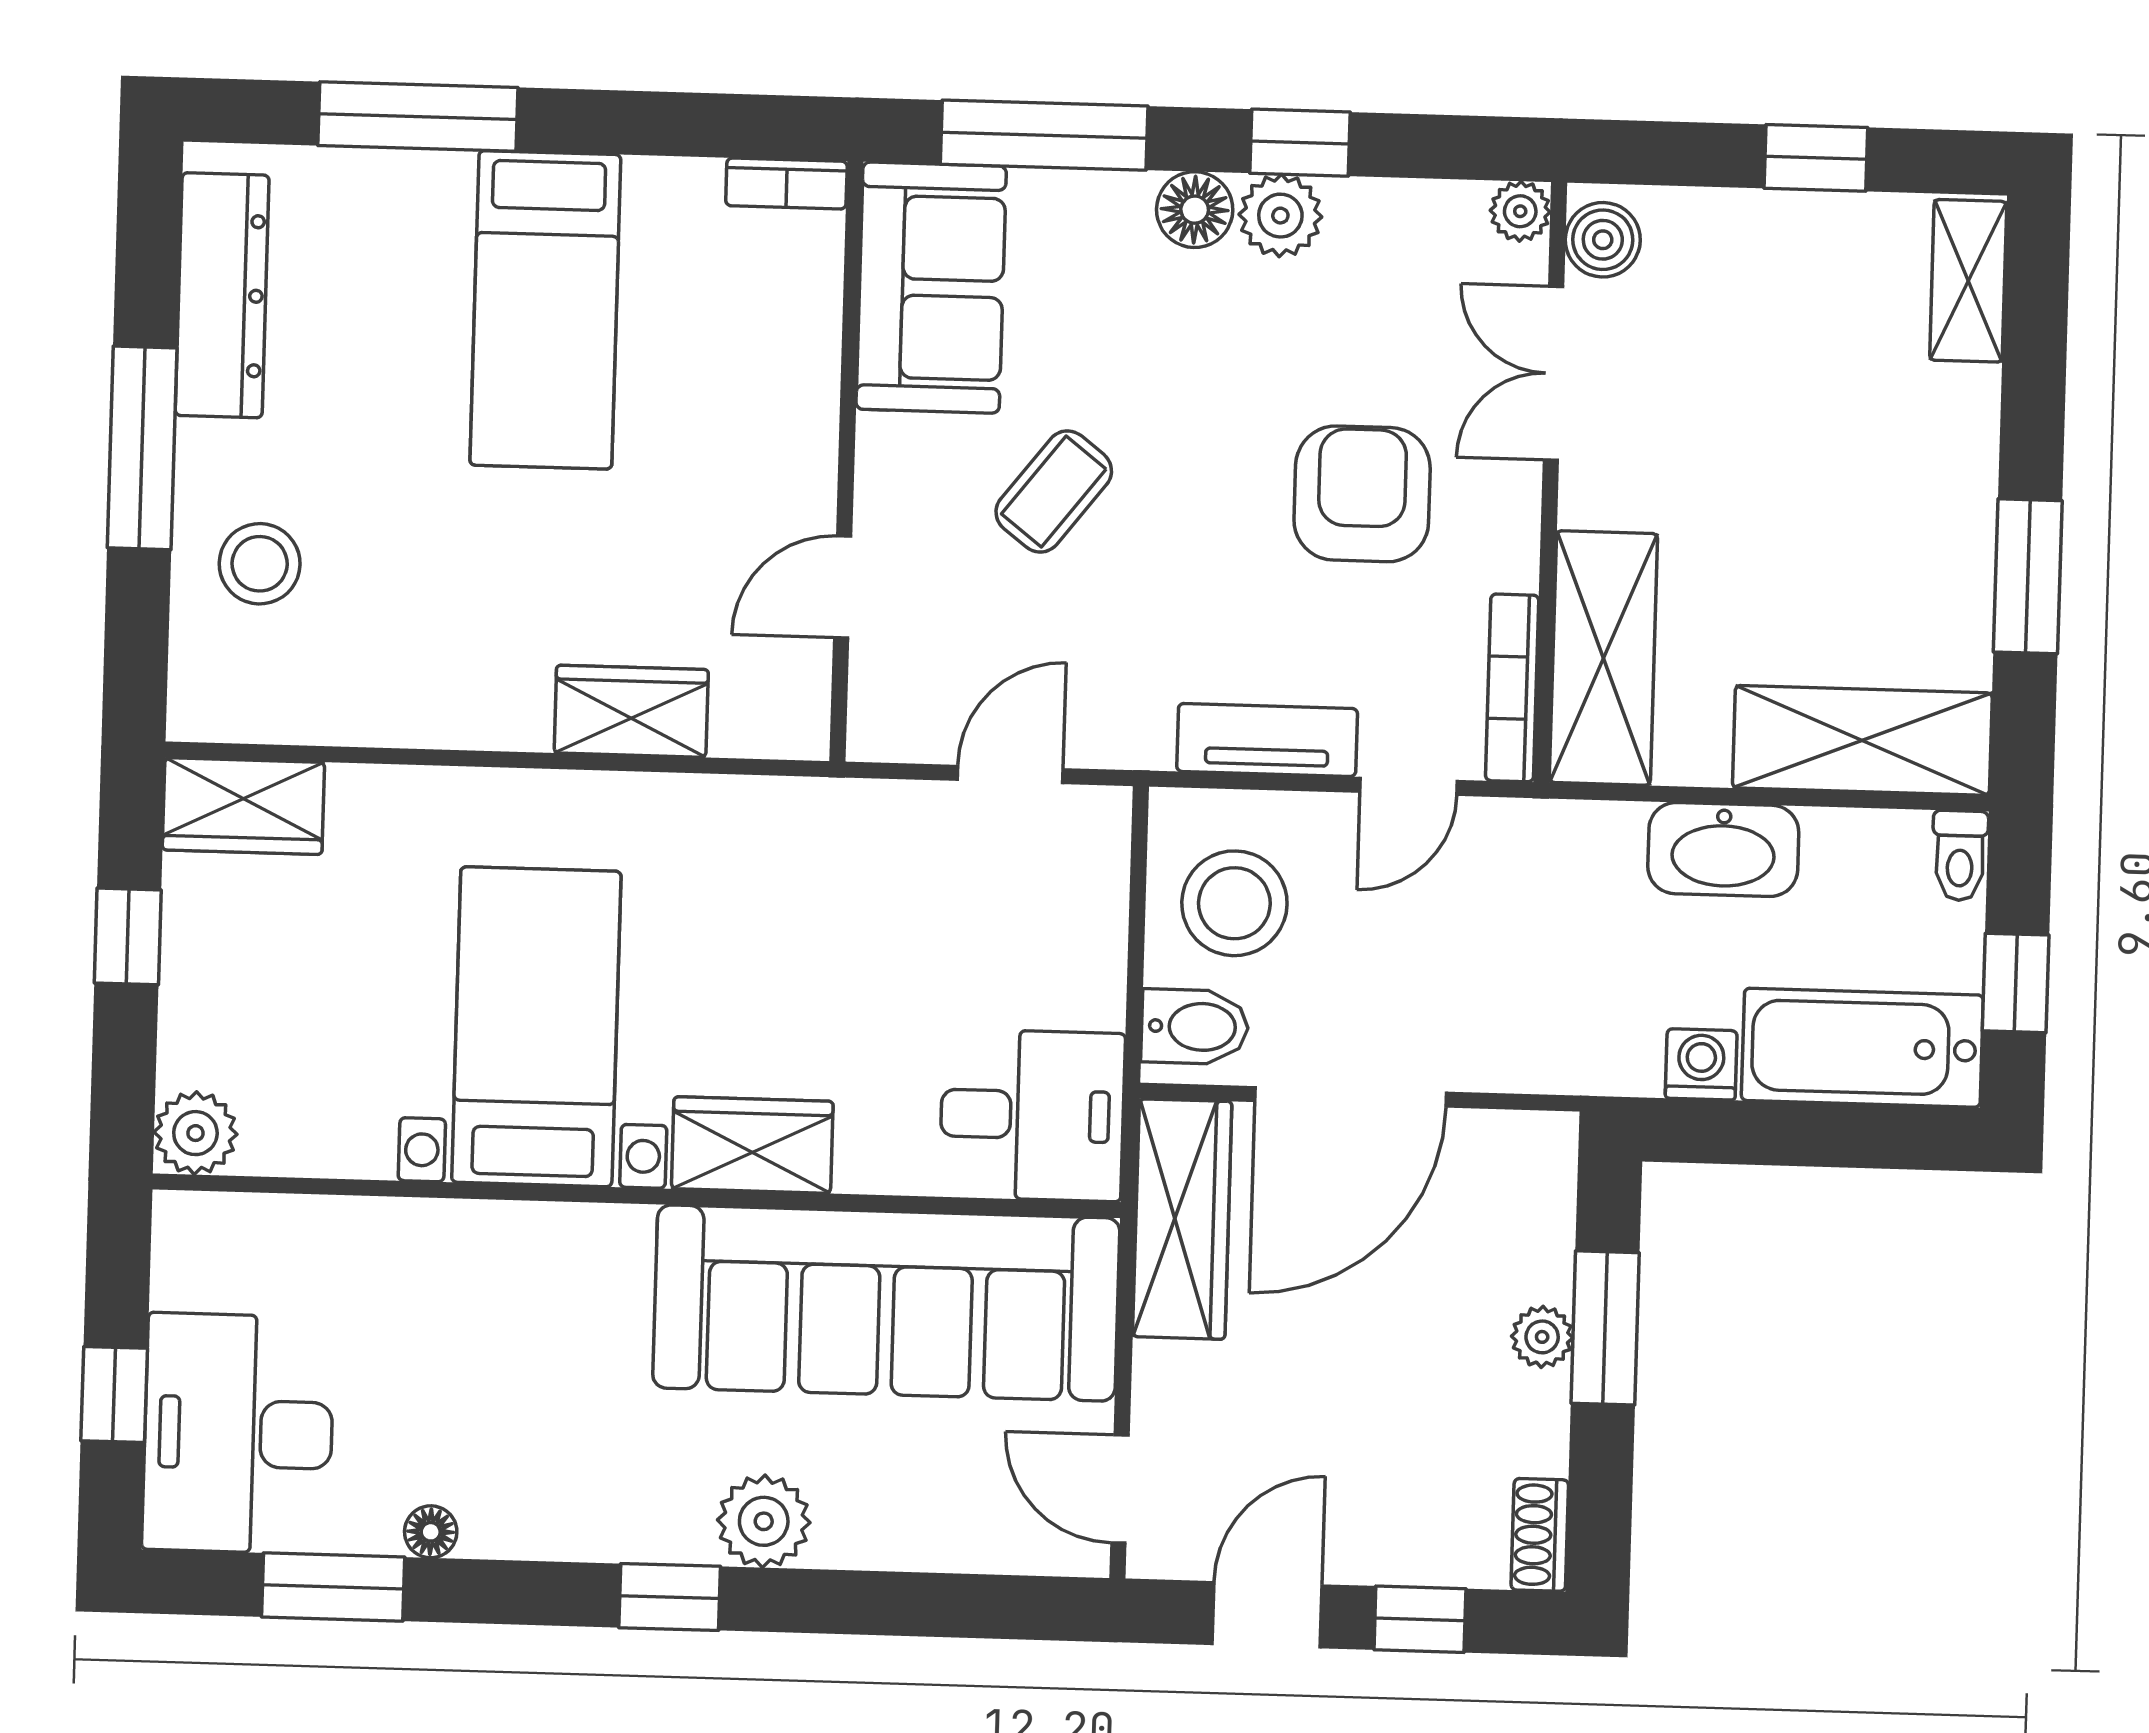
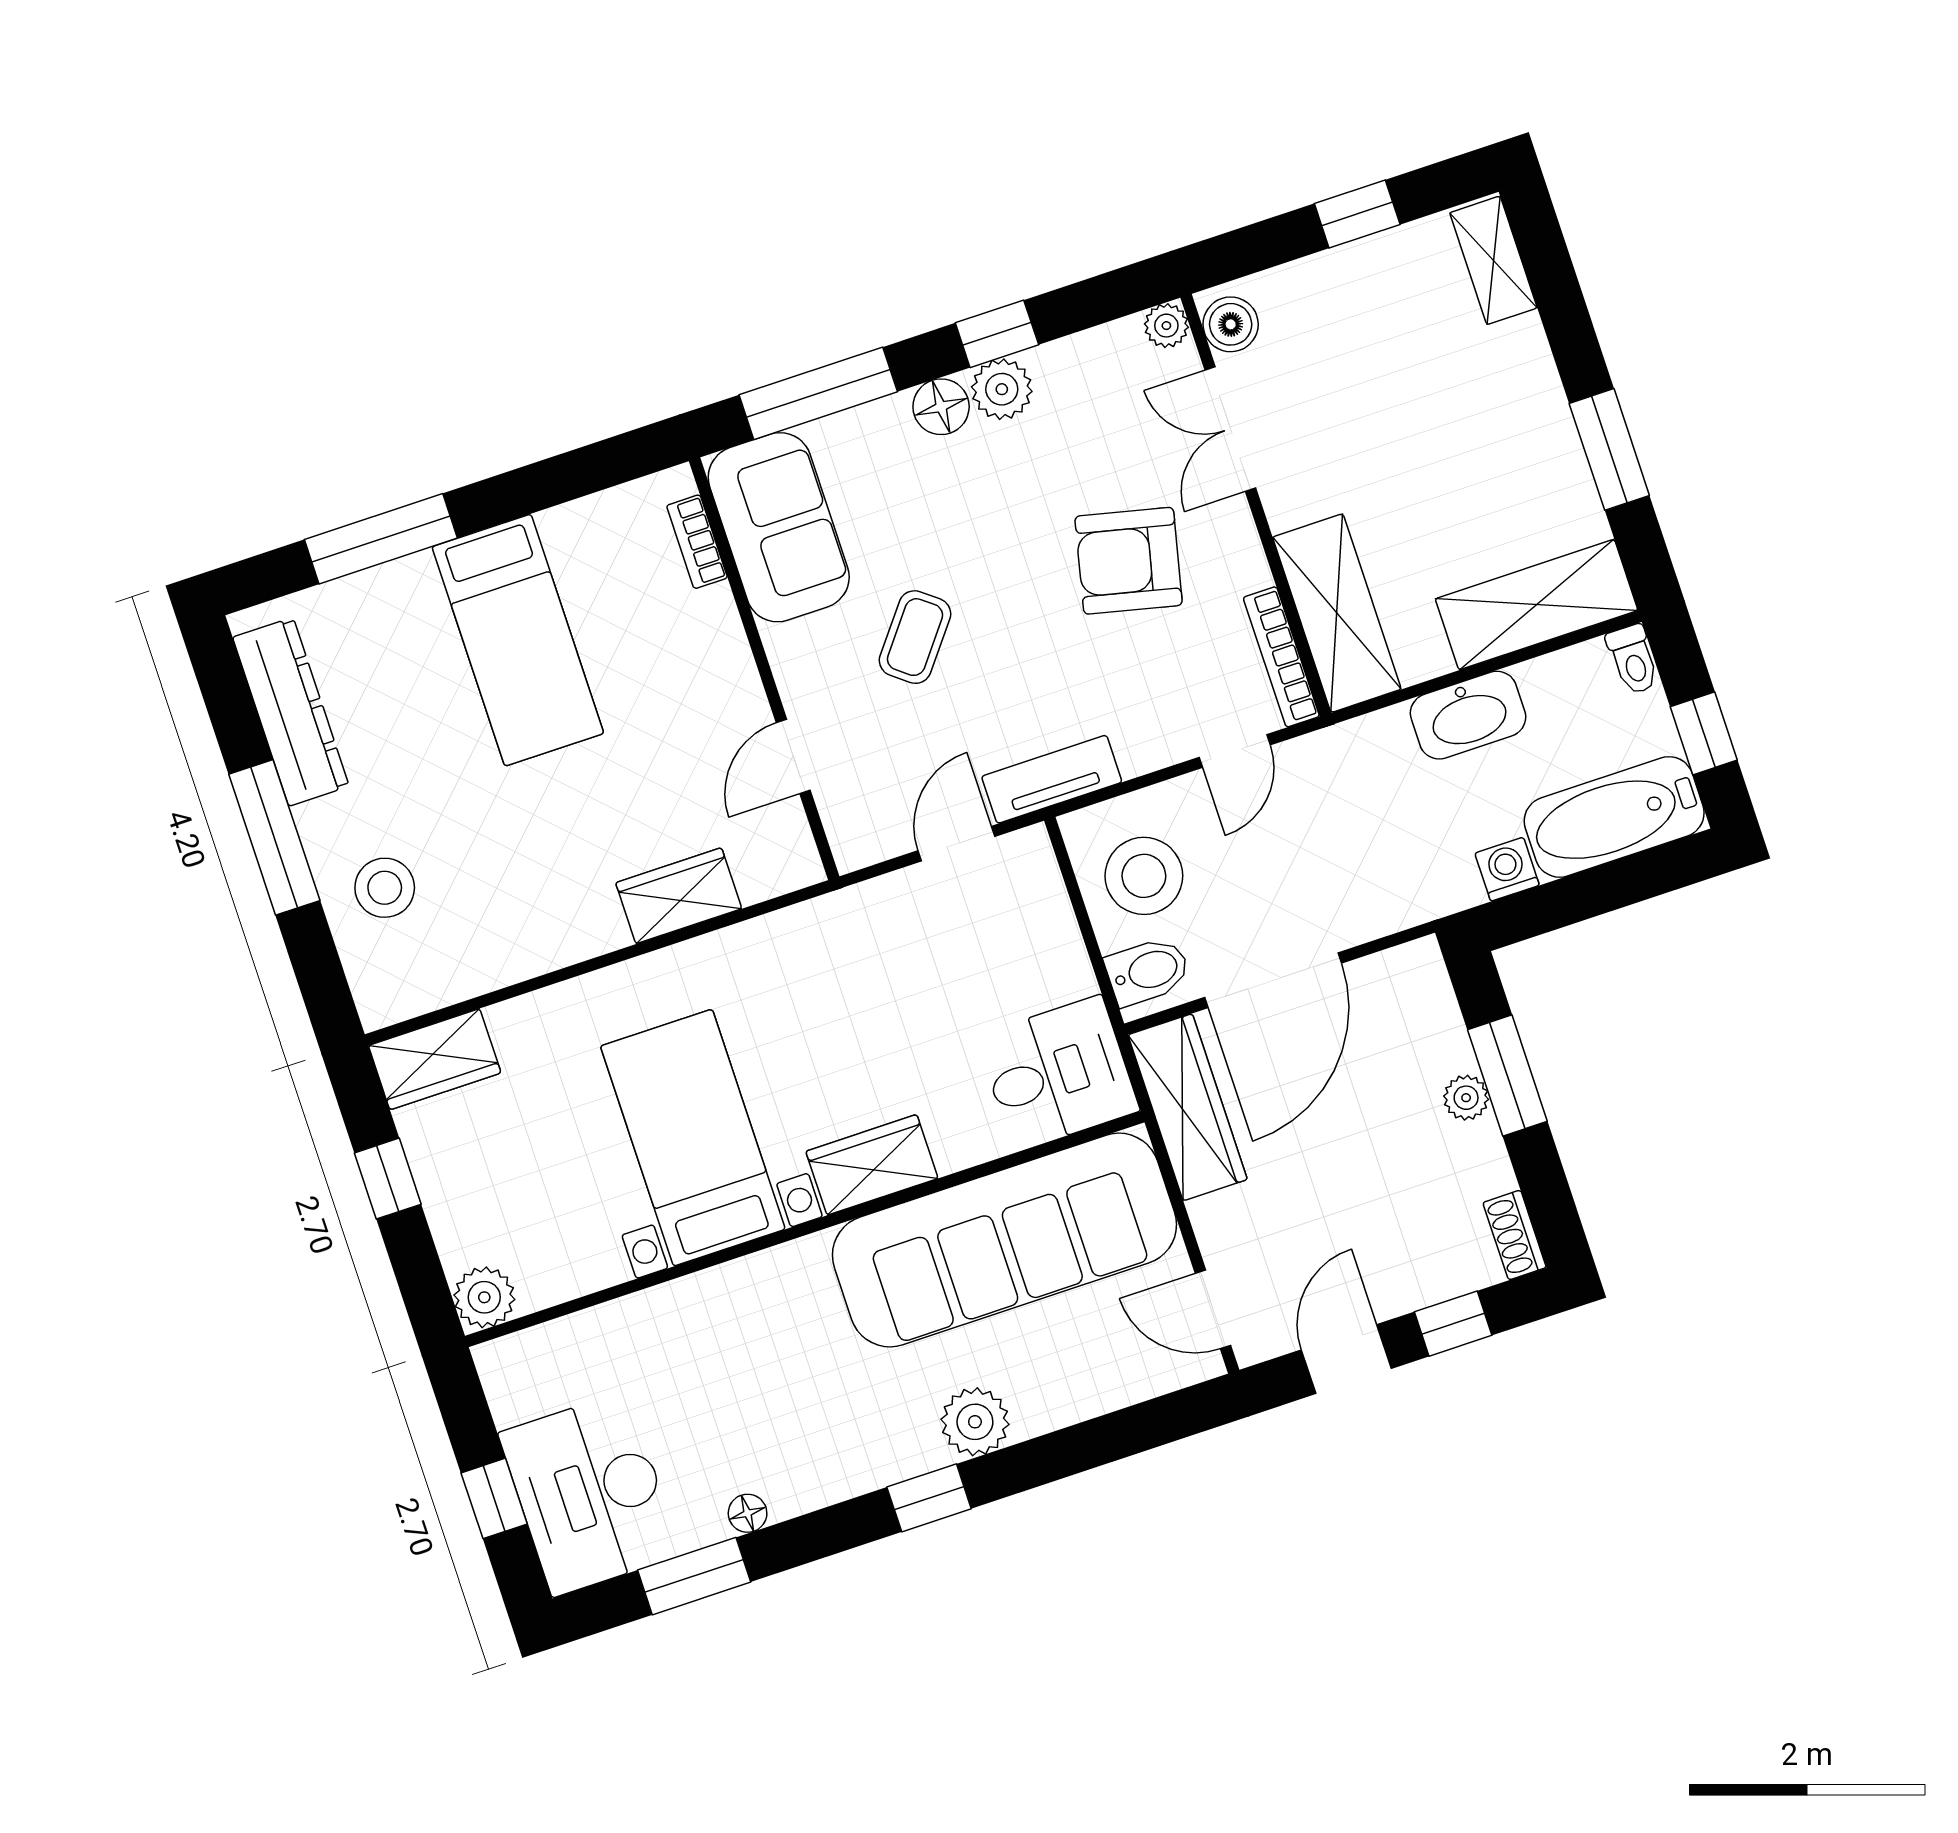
bookcase: (786, 183) -> (697, 542), moved, turned 90
armchair: (1362, 494) -> (1129, 561), turned -77
tv unit: (1267, 740) -> (1052, 779), moved

